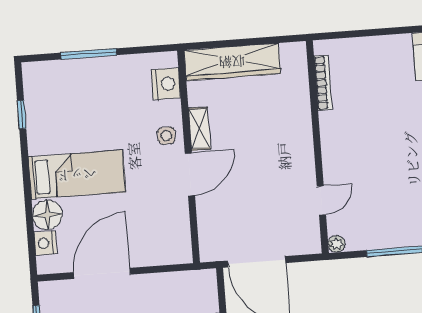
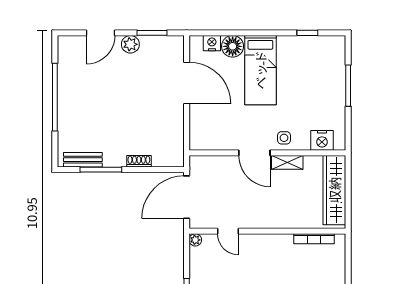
bookcase: (323, 83) -> (314, 239), moved
wall: (317, 147) -> (267, 231), moved
door: (321, 200) -> (228, 231), moved
plant: (337, 244) -> (195, 240), moved

